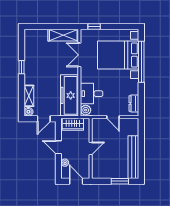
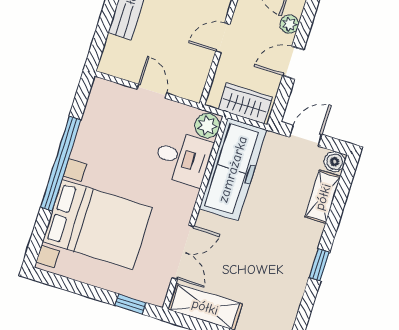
window: (141, 62) -> (61, 163), moved
dresser: (134, 104) -> (96, 107), removed
door: (58, 147) -> (293, 63), swing flipped

